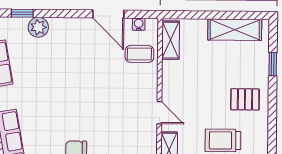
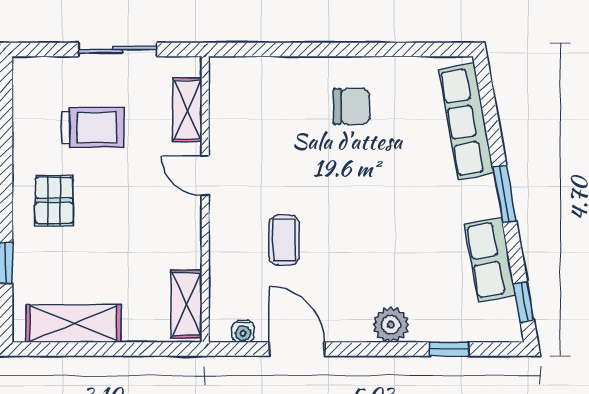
plant: (38, 27) -> (391, 325), moved
coffee table: (139, 54) -> (284, 240), moved, turned 90
pallet: (245, 99) -> (54, 200), turned 90

